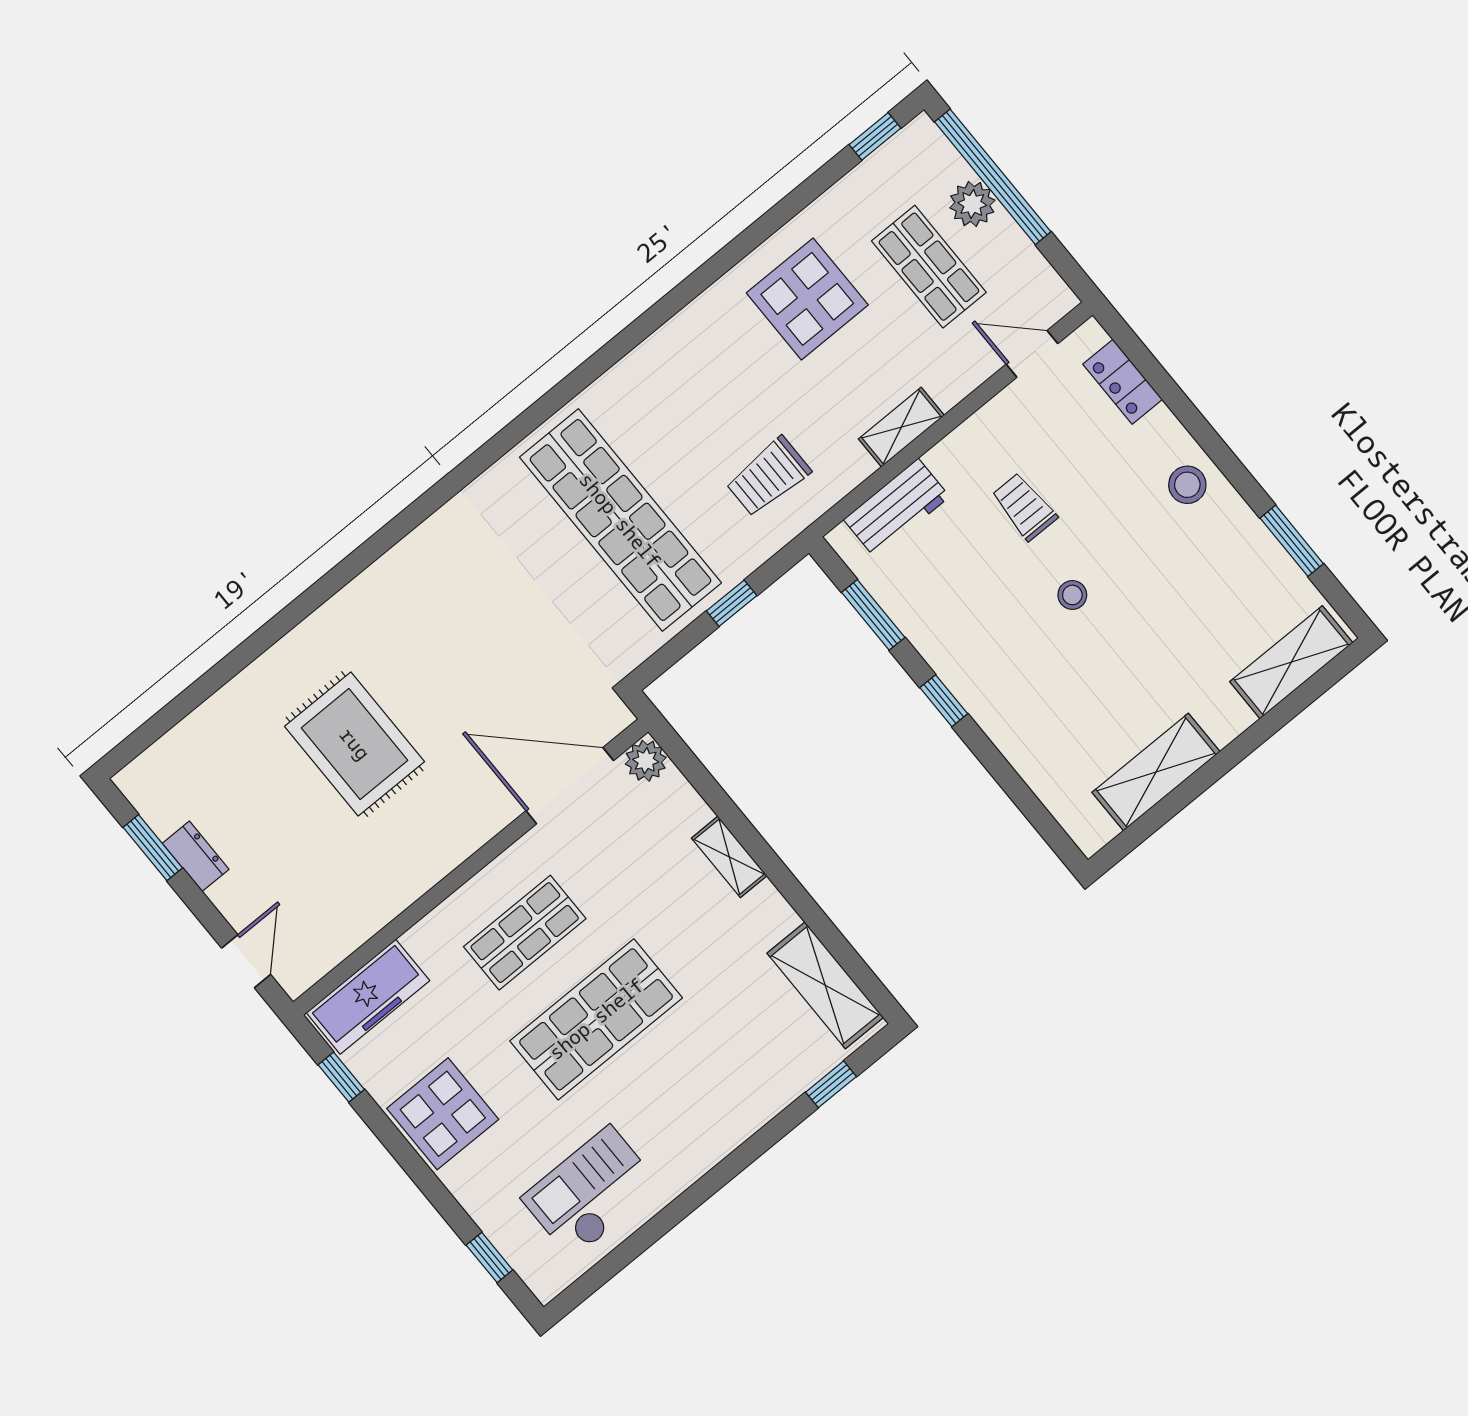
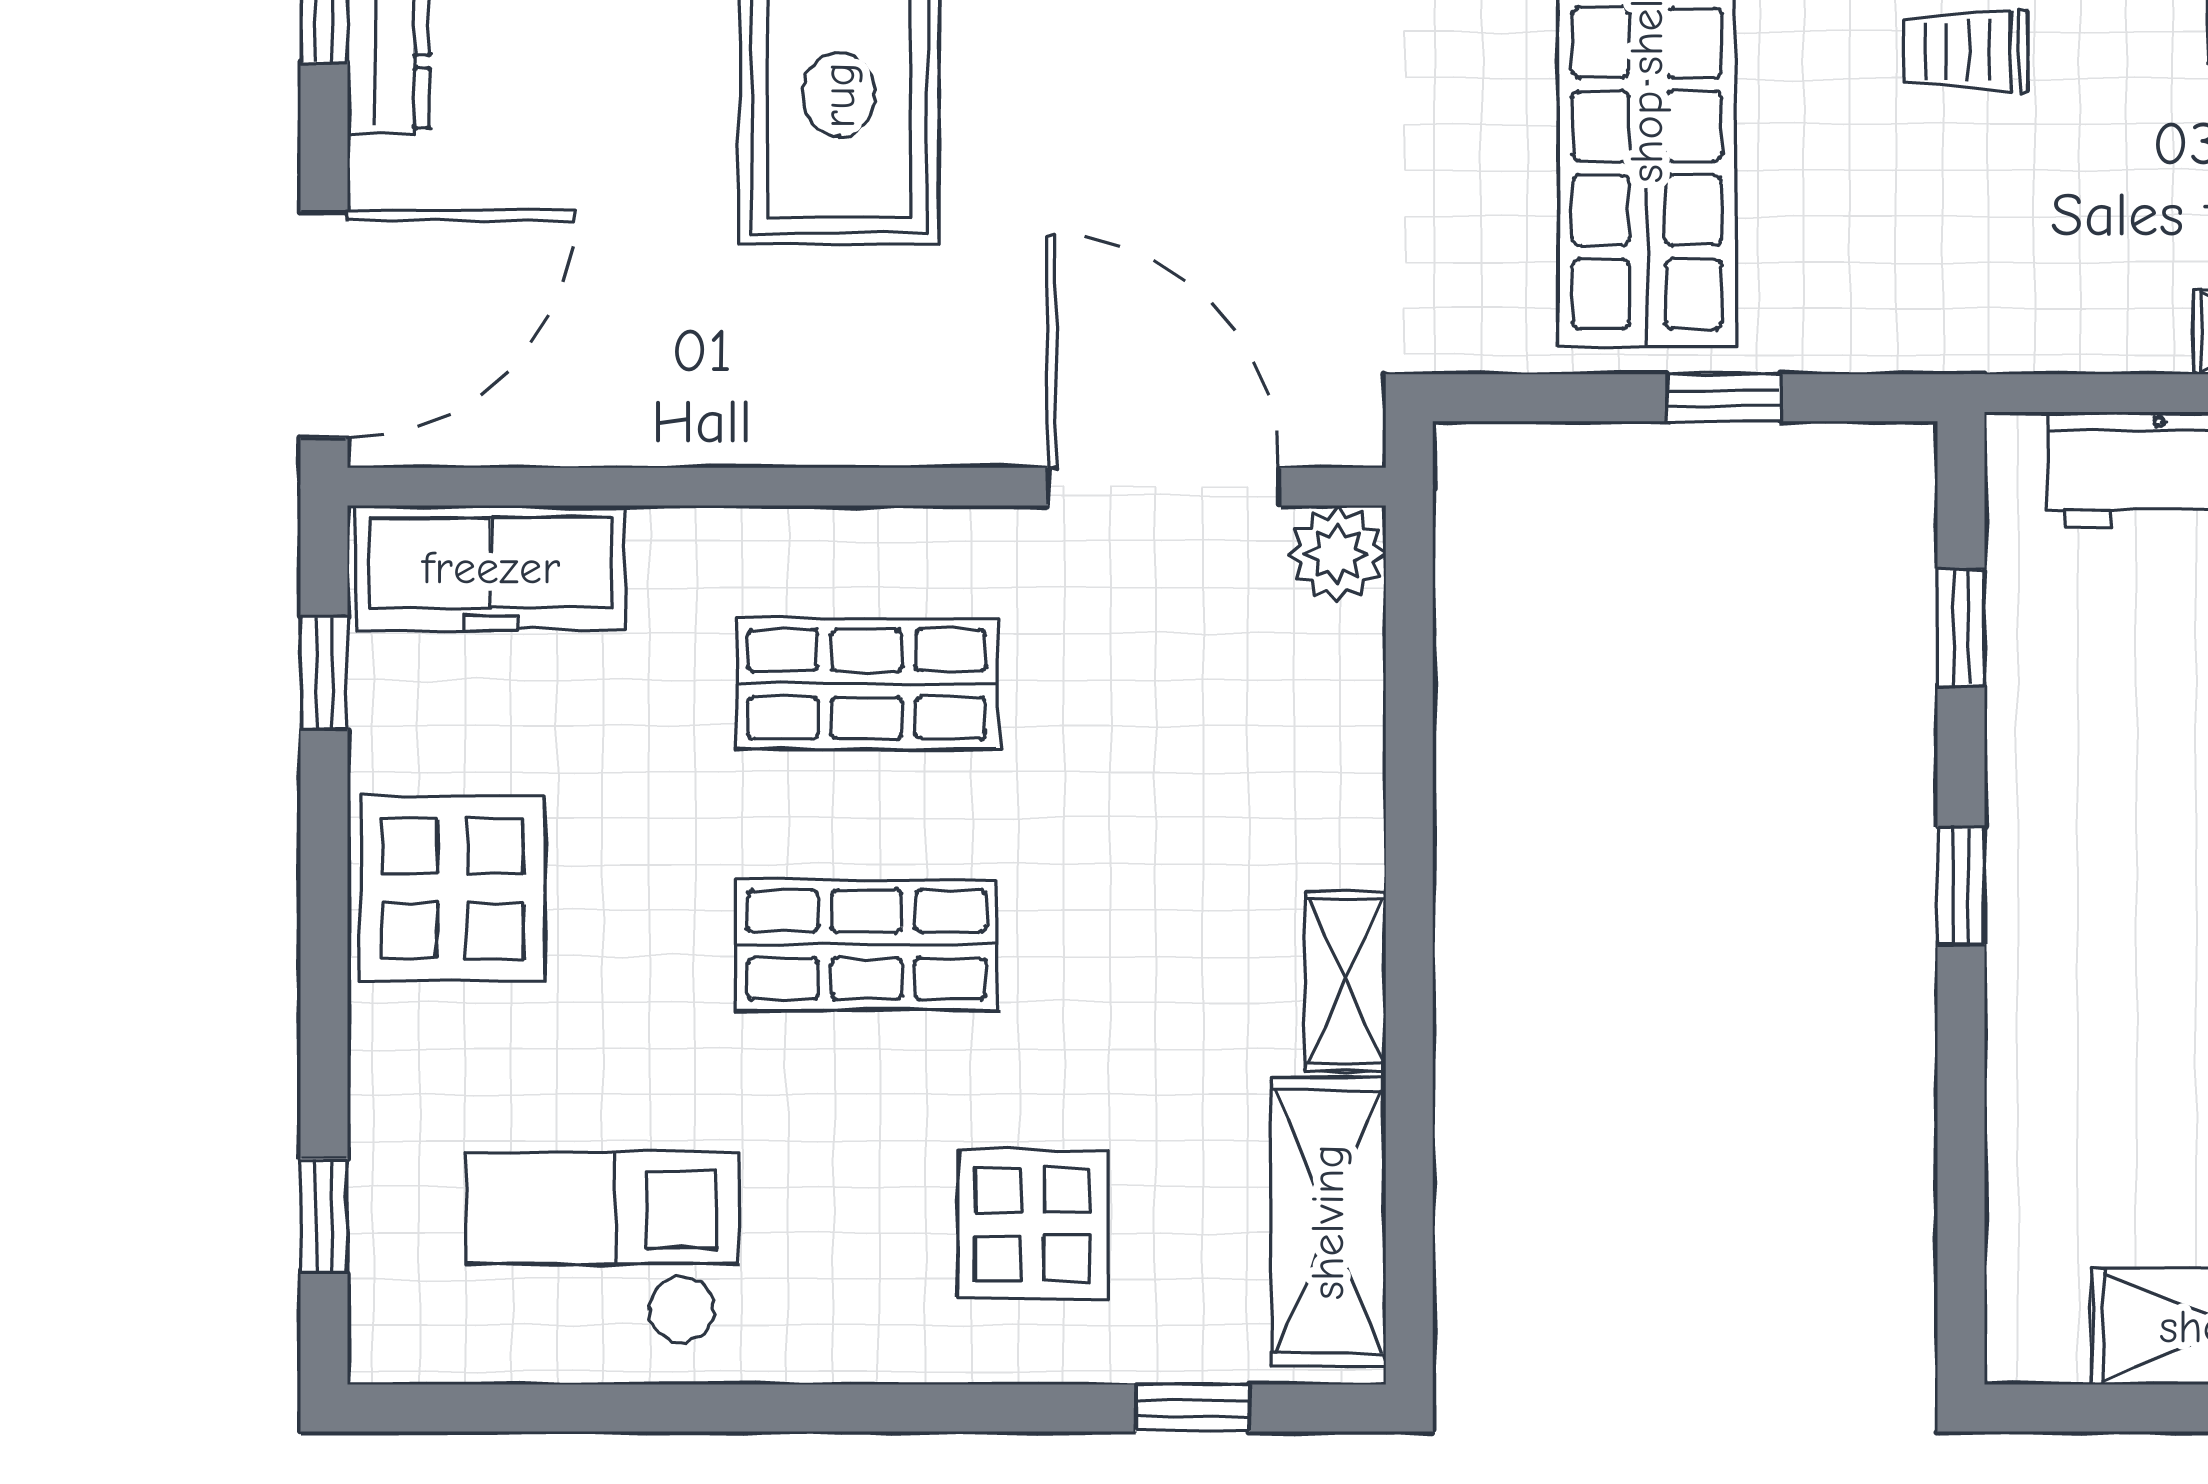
trolley: (768, 477) -> (1966, 51), moved, width x0.73, depth x0.72
window: (873, 615) -> (1961, 627), width x0.67
shelving: (729, 857) -> (1345, 981), moved
door: (246, 961) -> (324, 325), width x1.88
shop shelf: (596, 1019) -> (867, 945), width x0.70, depth x0.74
display table: (727, 1067) -> (1032, 1224), added

